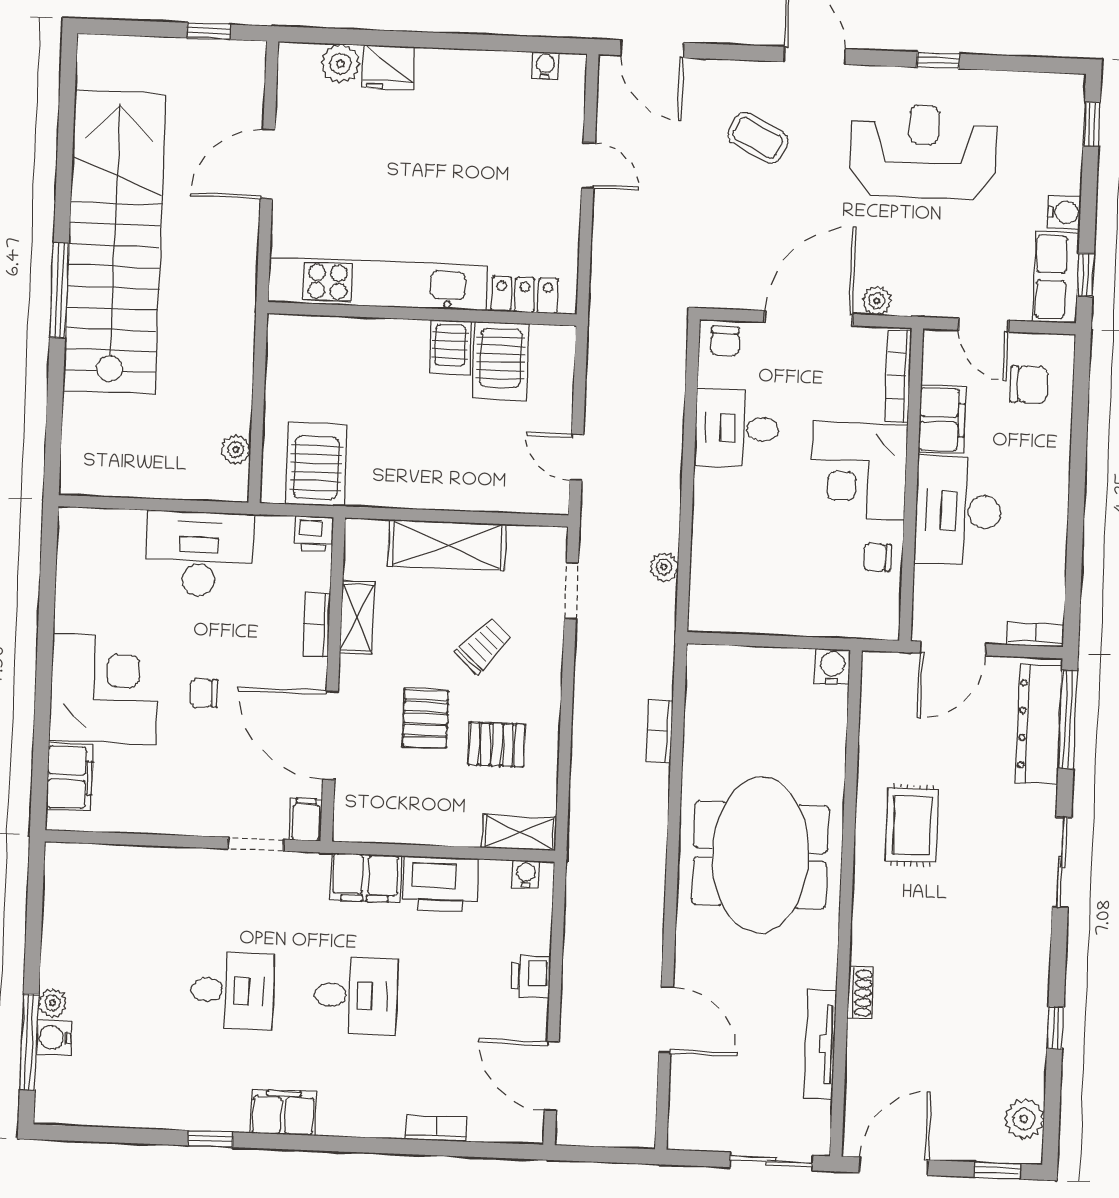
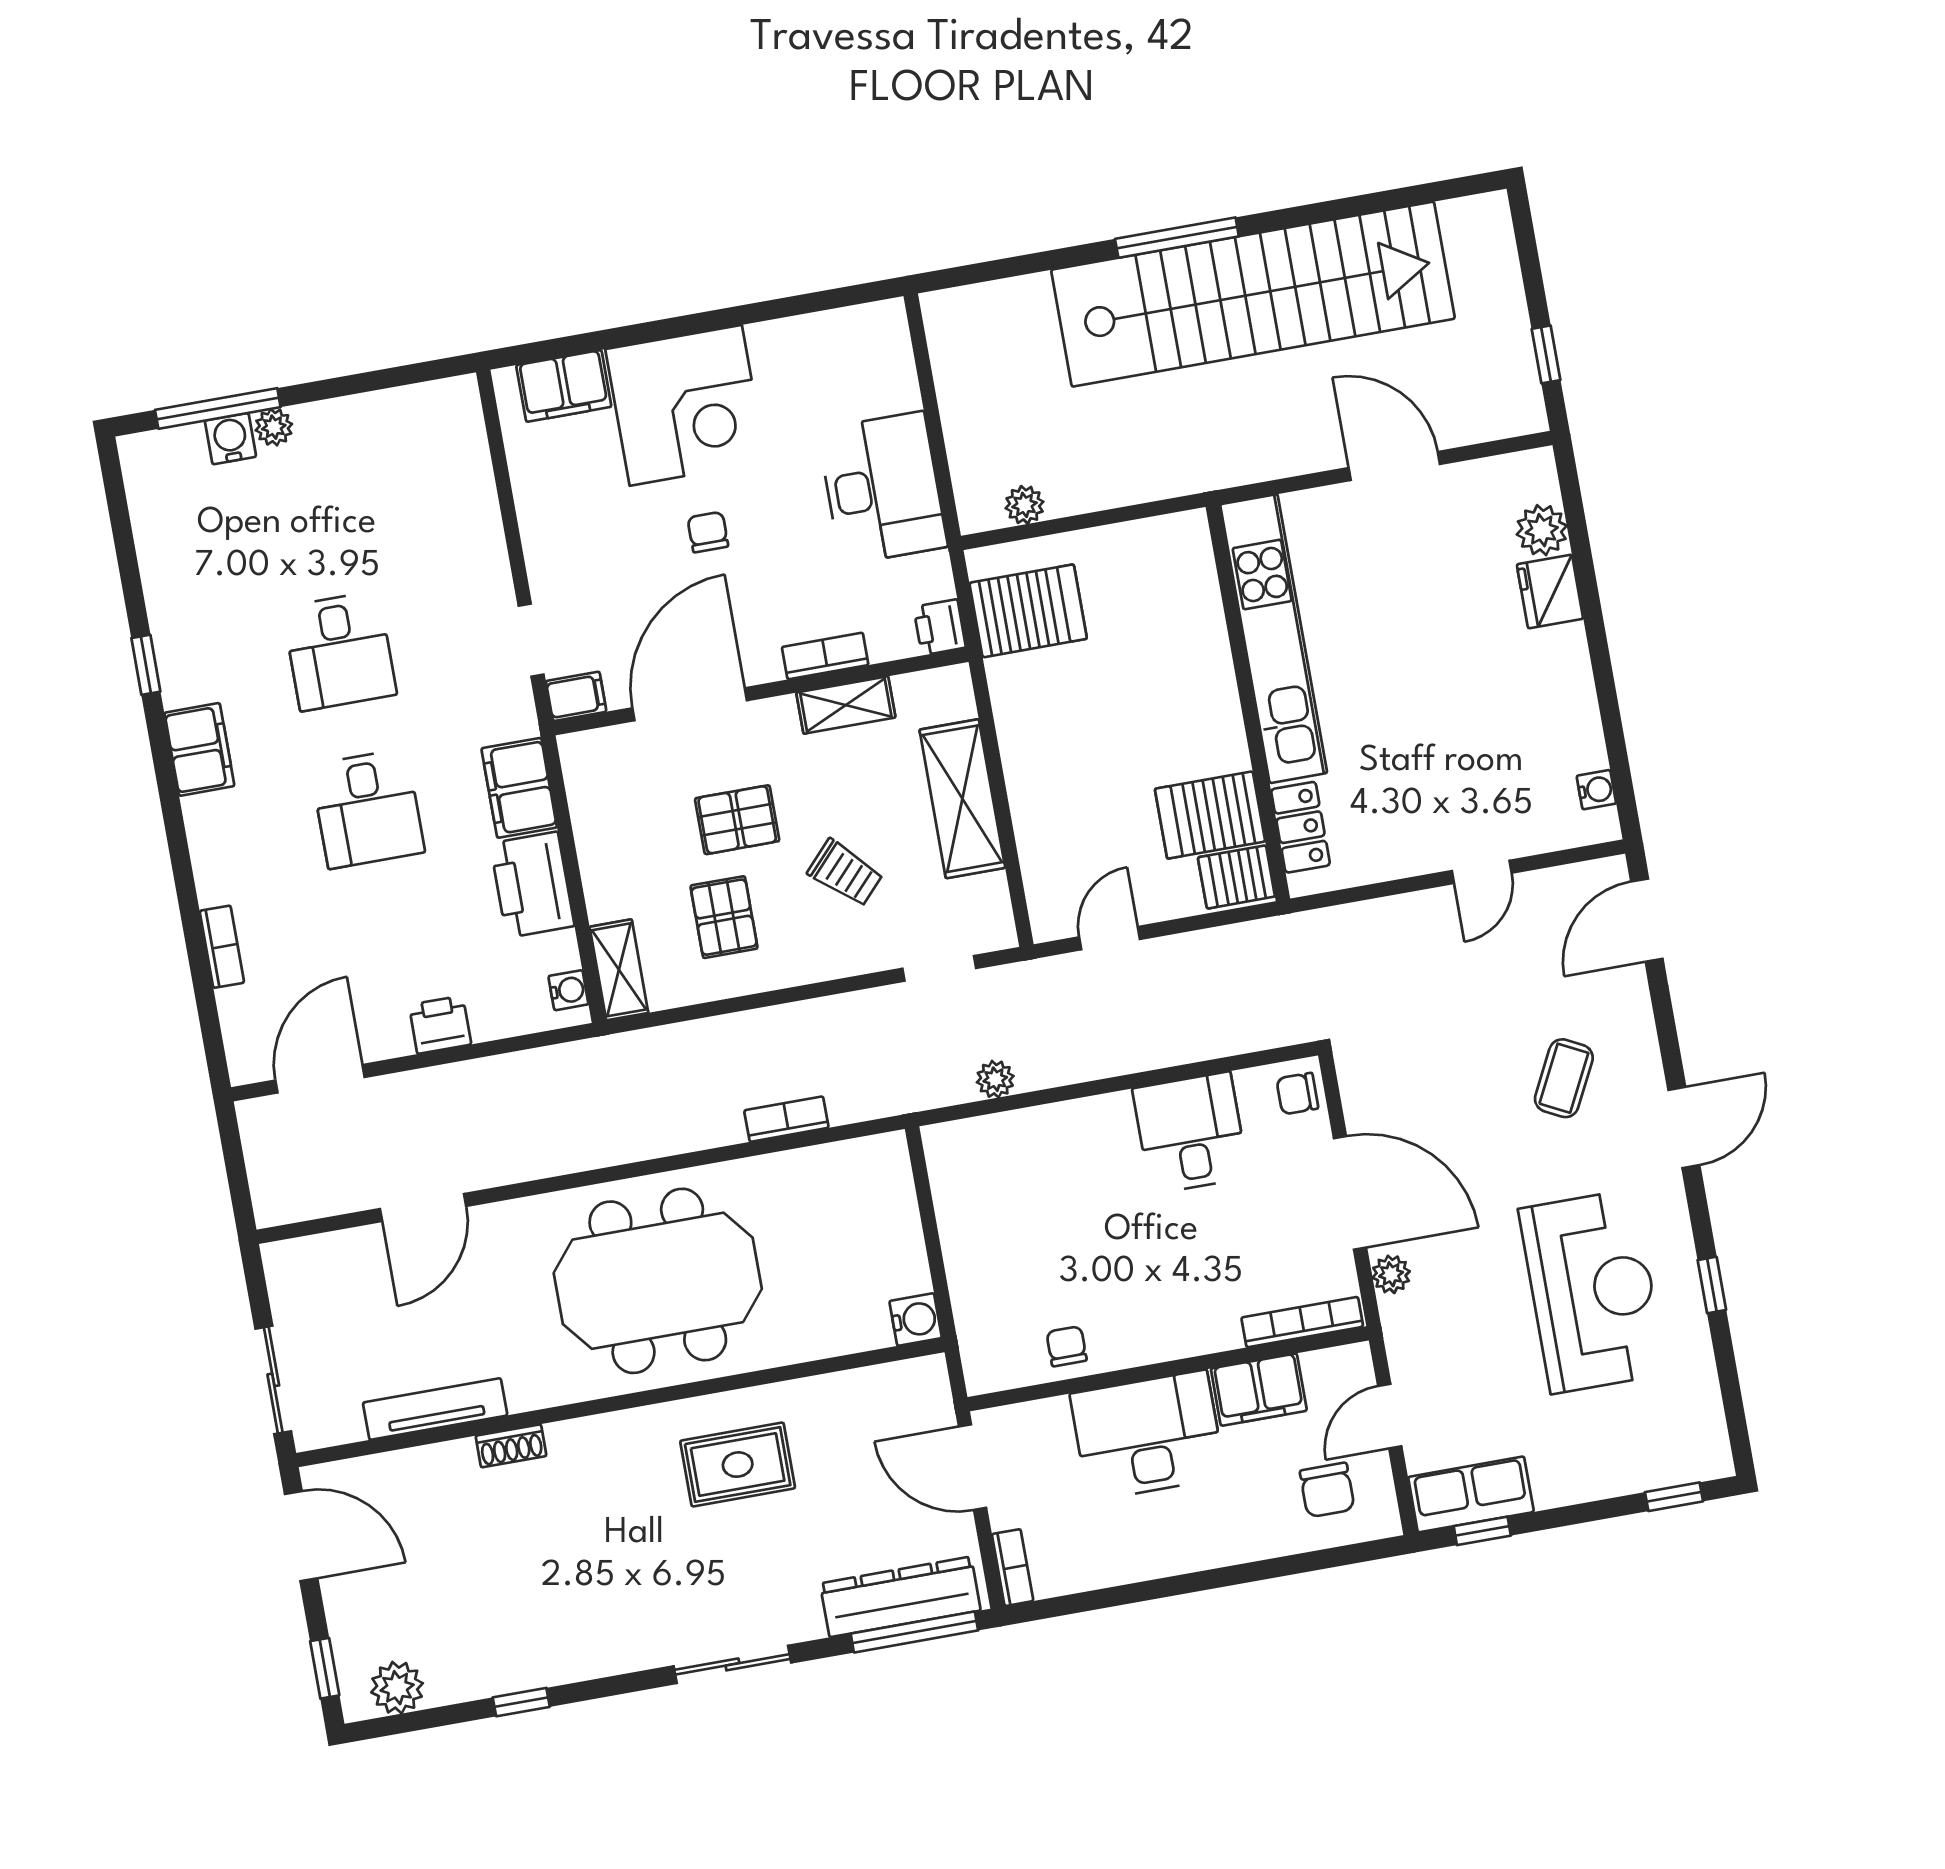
water cooler: (1064, 212) -> (1555, 1487), removed
server rack: (450, 347) -> (1236, 877), moved
corner desk: (859, 470) -> (1171, 1298), removed

